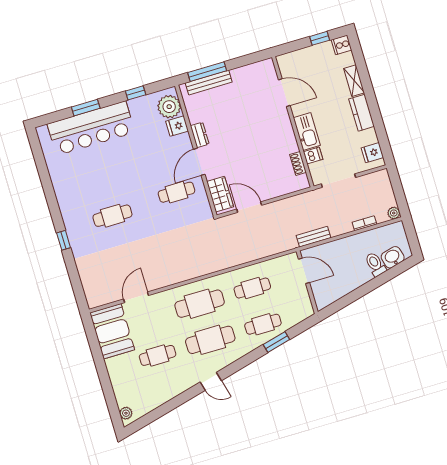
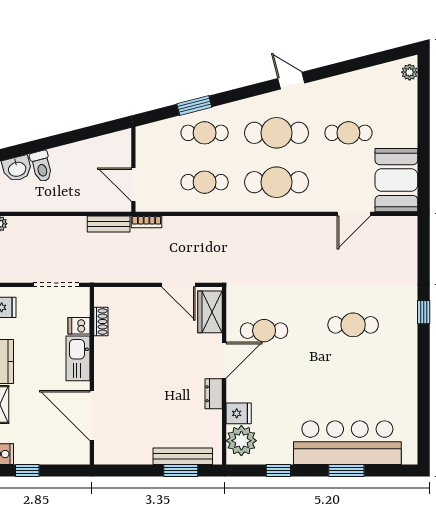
window: (207, 72) -> (181, 470), width x0.69
door: (284, 93) -> (92, 415), width x1.36
bookcase: (364, 223) -> (146, 222), moved

